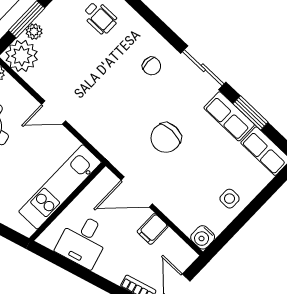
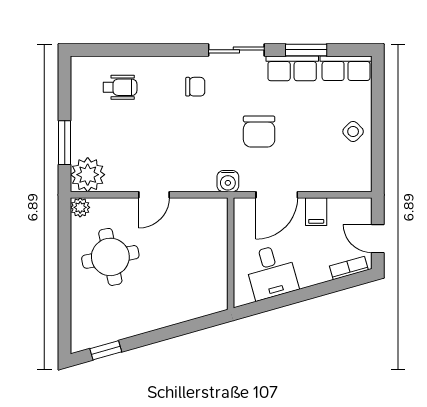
plant: (34, 32) -> (79, 147), removed
kitchen unit: (60, 187) -> (214, 247), removed
side table: (230, 199) -> (353, 132), turned 45
water cooler: (203, 237) -> (228, 181), moved

